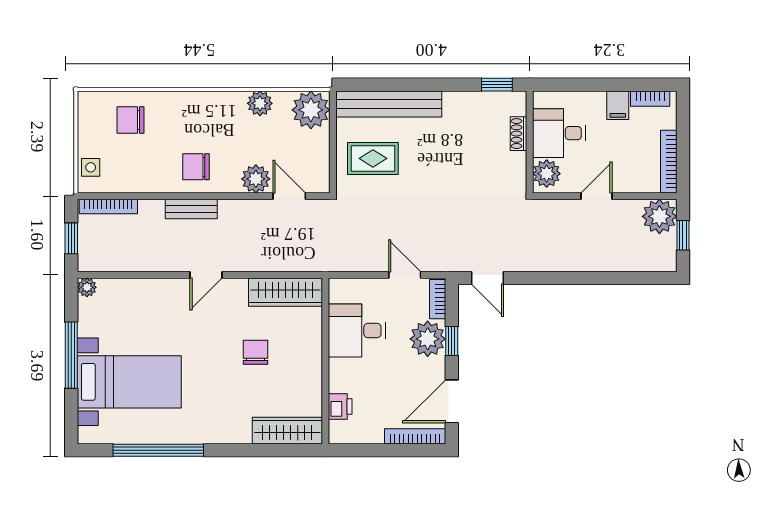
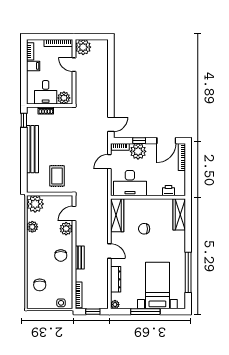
bench: (389, 104) -> (33, 149), moved
door: (597, 196) -> (74, 65), moved
window: (683, 235) -> (92, 37), removed
dresser: (143, 289) -> (116, 279), added
desk: (357, 331) -> (130, 183), width x1.37
door: (452, 401) -> (166, 141), hinge flipped

